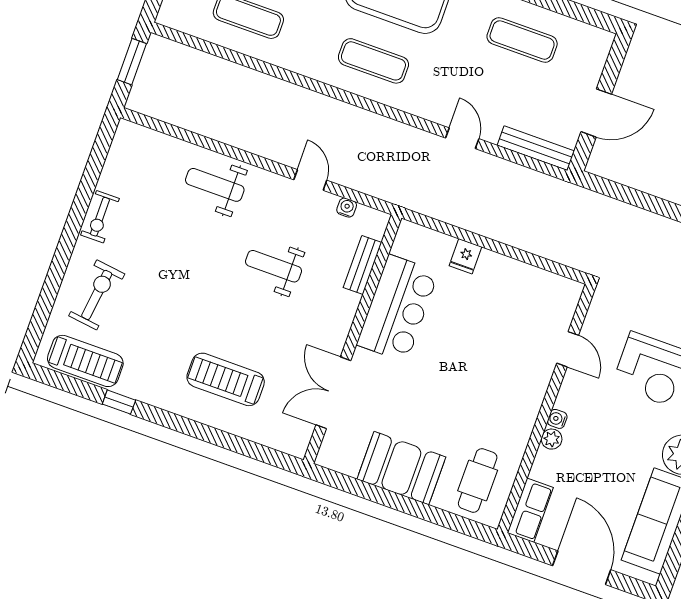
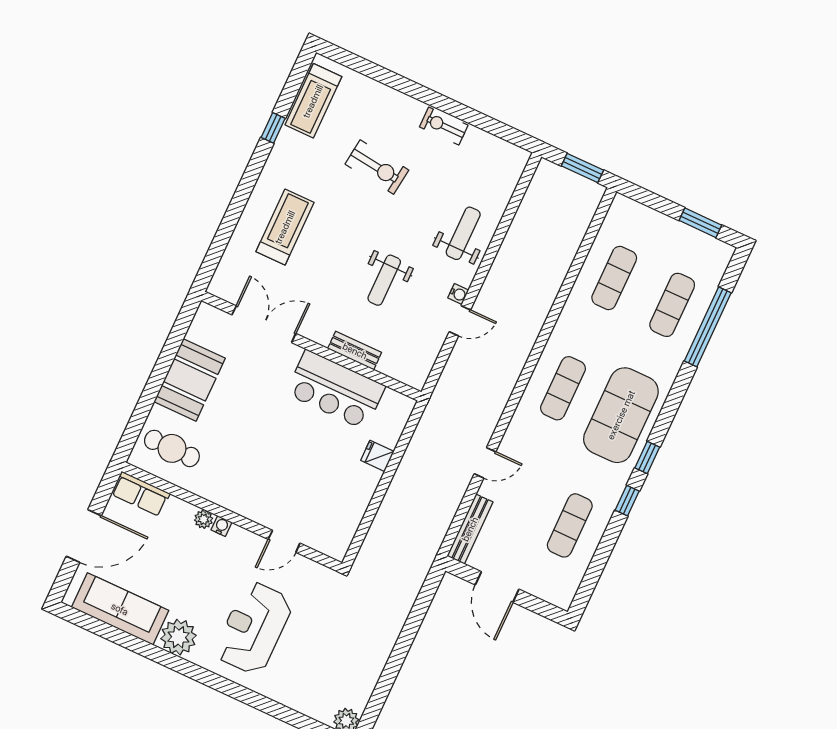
water cooler: (347, 208) -> (458, 294), moved
bench: (362, 265) -> (355, 351), moved
weight bench: (274, 266) -> (384, 280), turned 180
exercise bike: (97, 295) -> (377, 167), moved

